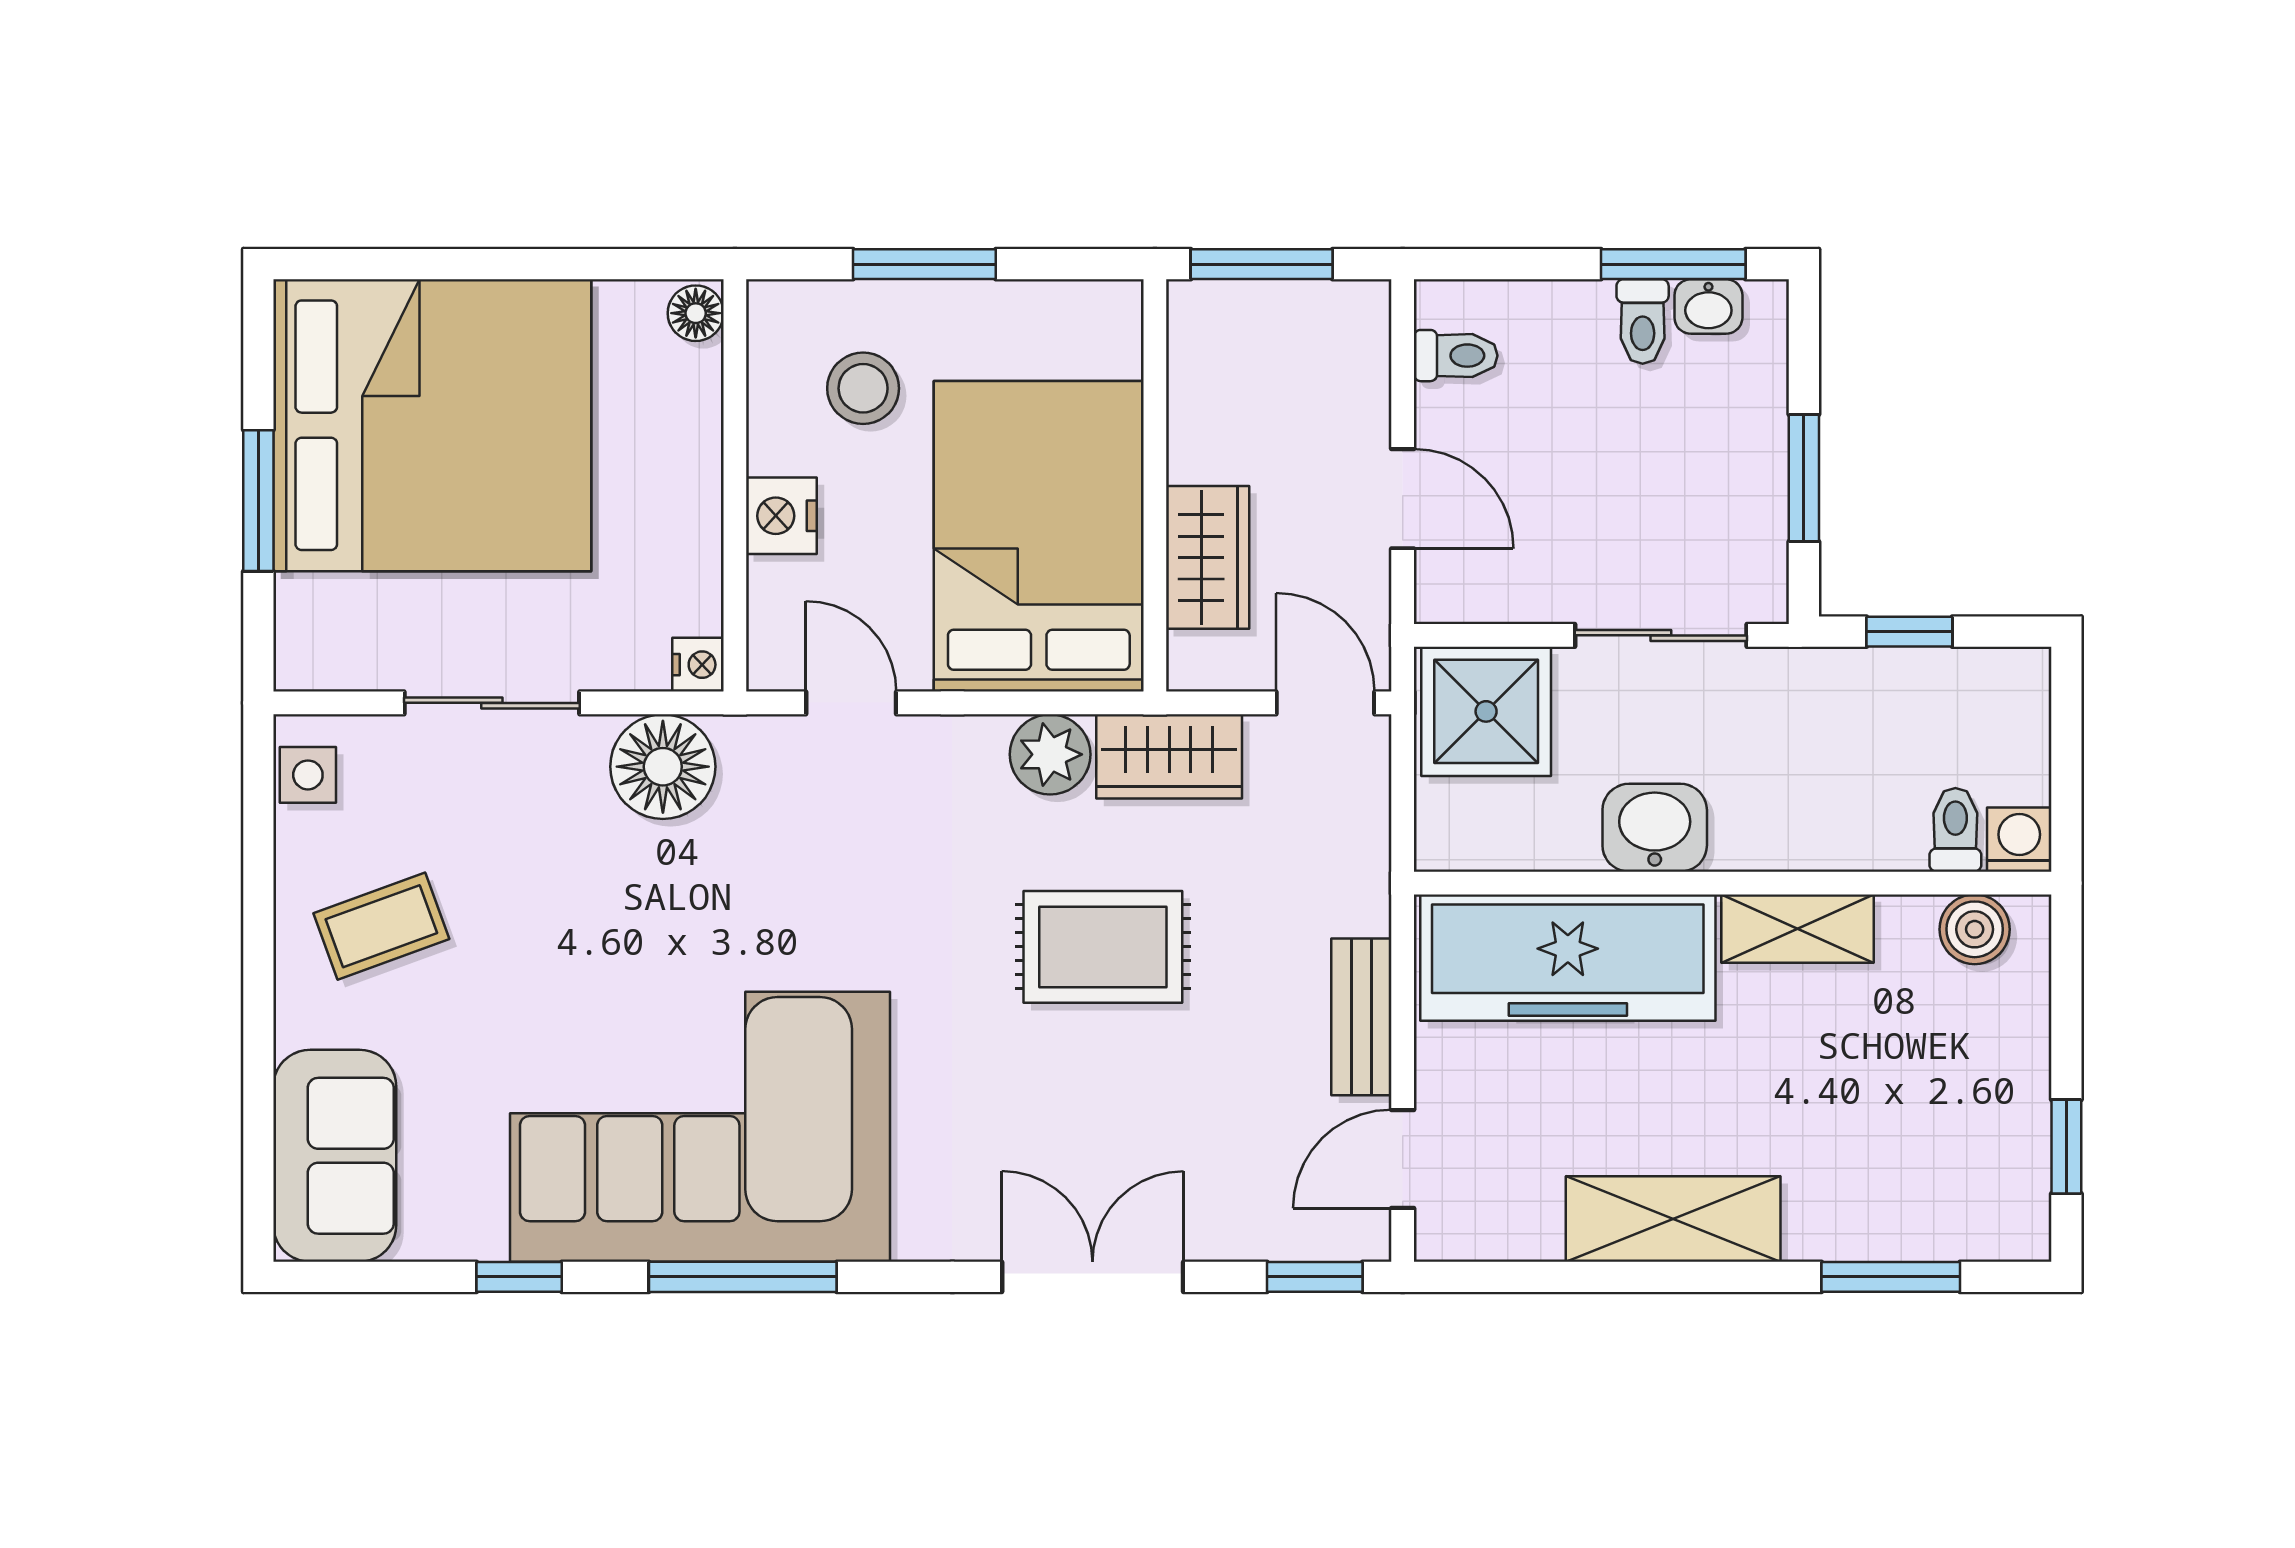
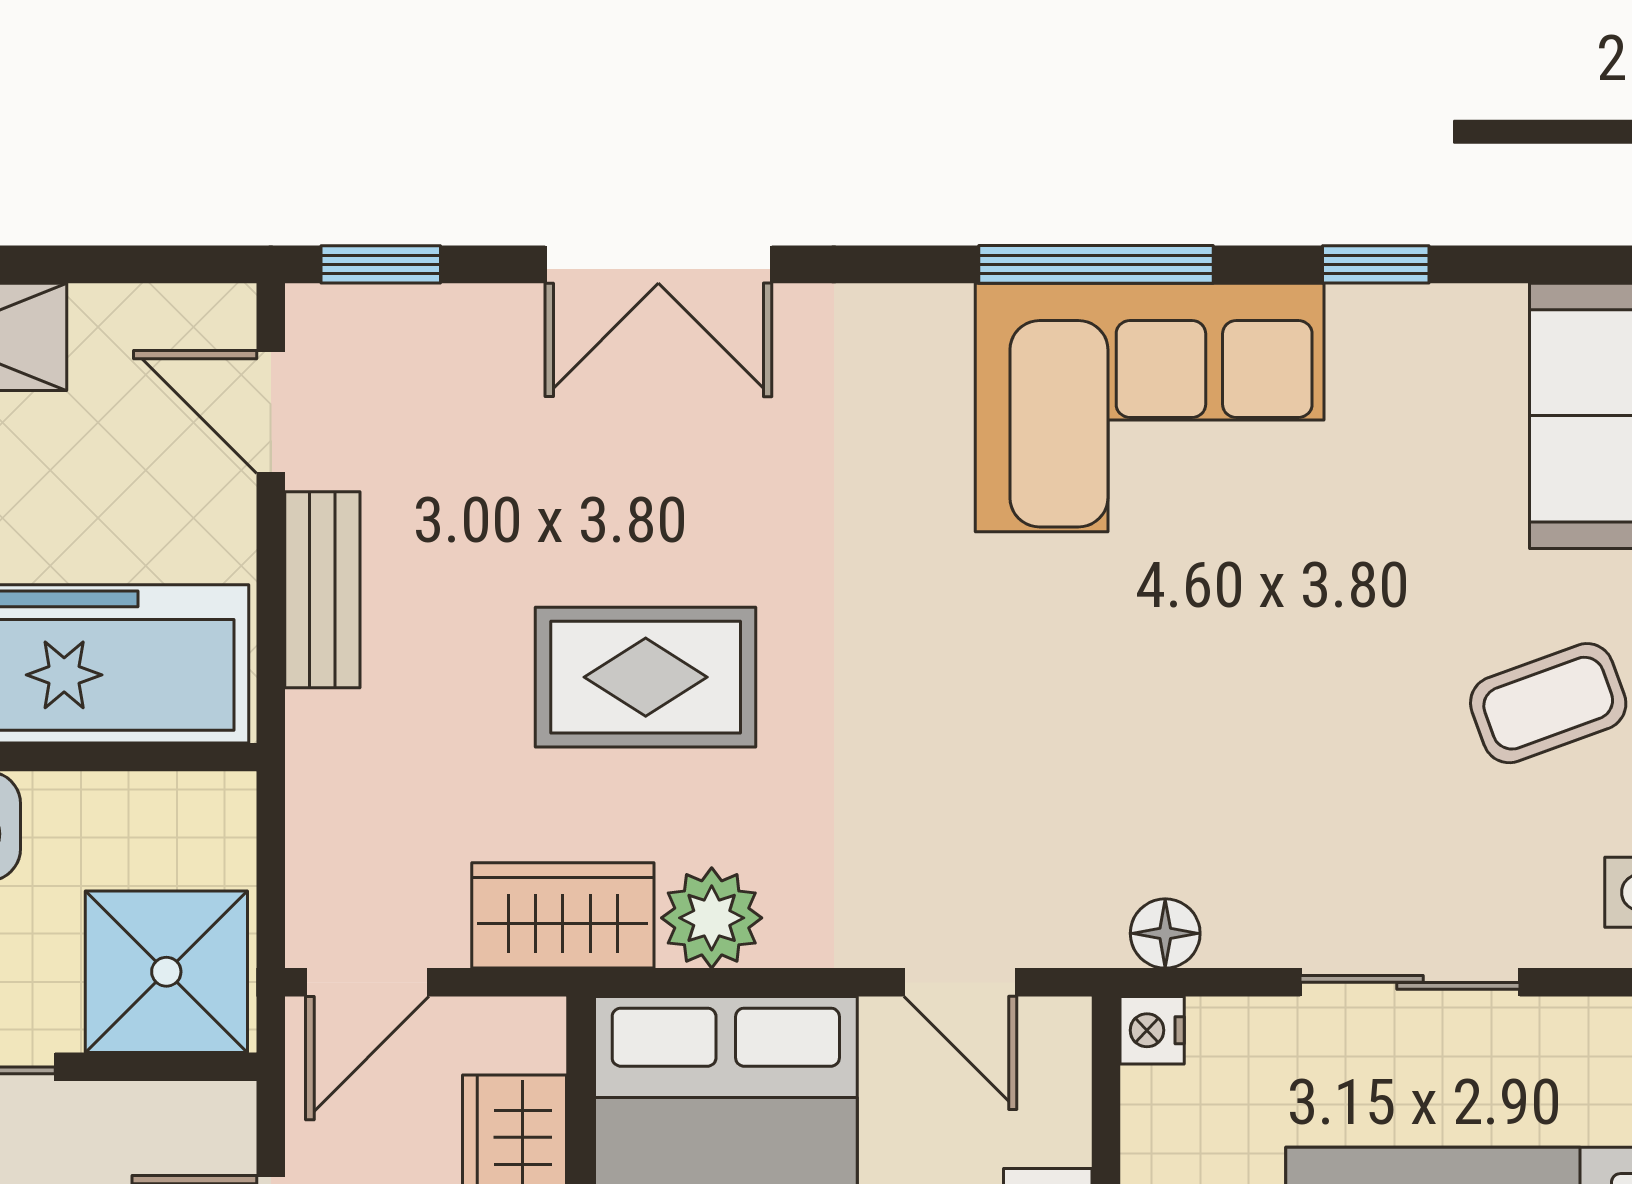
door: (1325, 703) -> (367, 982), hinge flipped
floor lamp: (663, 767) -> (1165, 933), width x0.53, depth x0.53
corner sofa: (700, 1127) -> (1150, 408), width x0.73, depth x0.74
door: (1403, 1159) -> (271, 412), swing flipped

